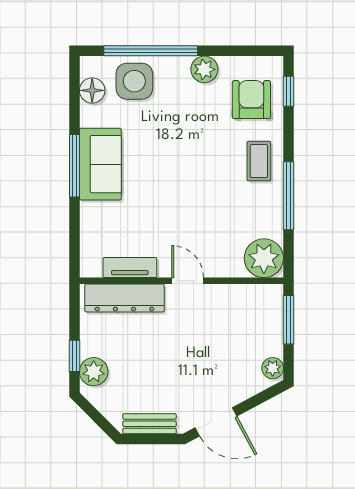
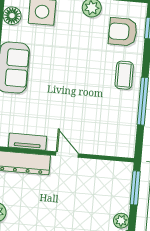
armchair: (251, 100) -> (123, 32), turned -90
plant: (264, 258) -> (122, 143), removed

